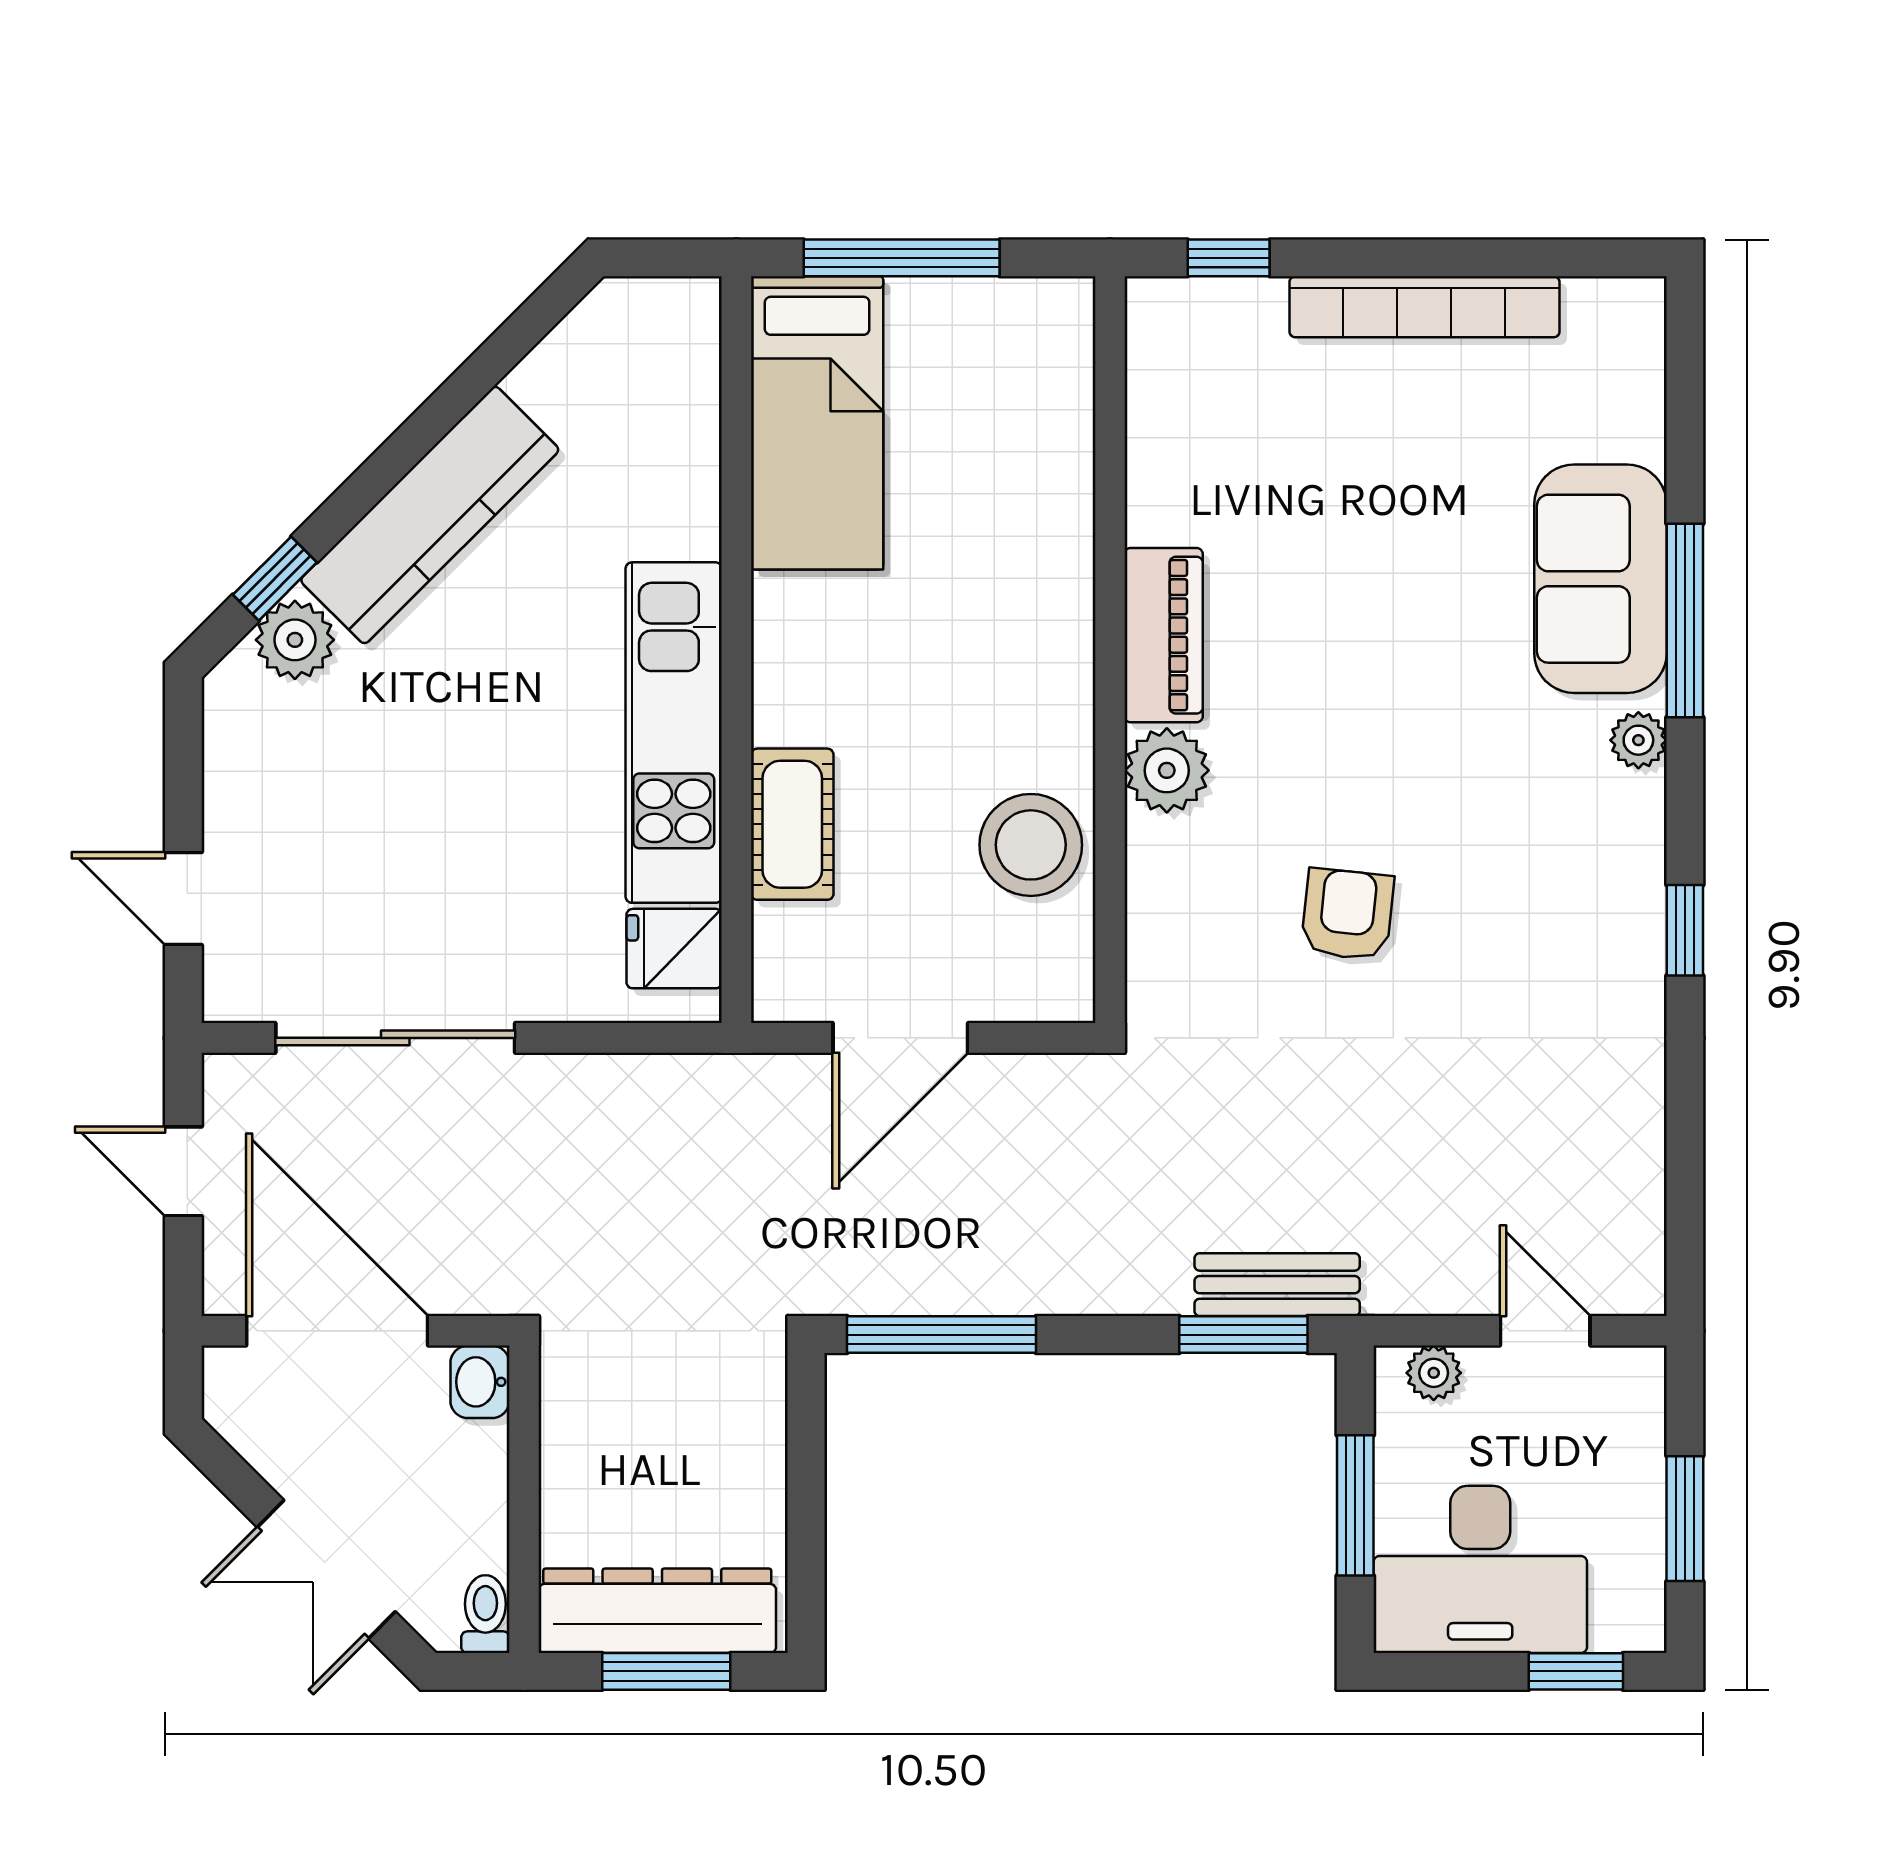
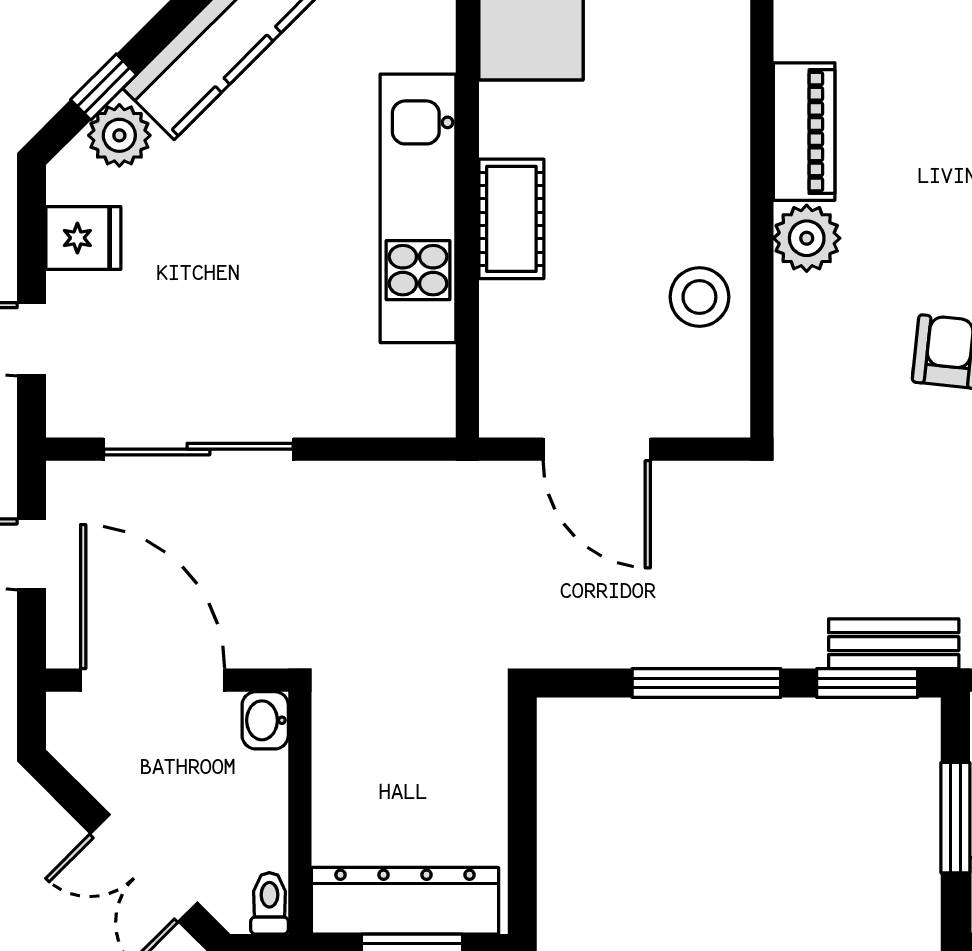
cot: (792, 824) -> (511, 219), moved
stool: (1031, 845) -> (699, 297), width x0.73, depth x0.73
fridge: (674, 949) -> (83, 238), moved, turned 180
door: (900, 1038) -> (597, 449), hinge flipped
window: (942, 1335) -> (706, 683), moved

